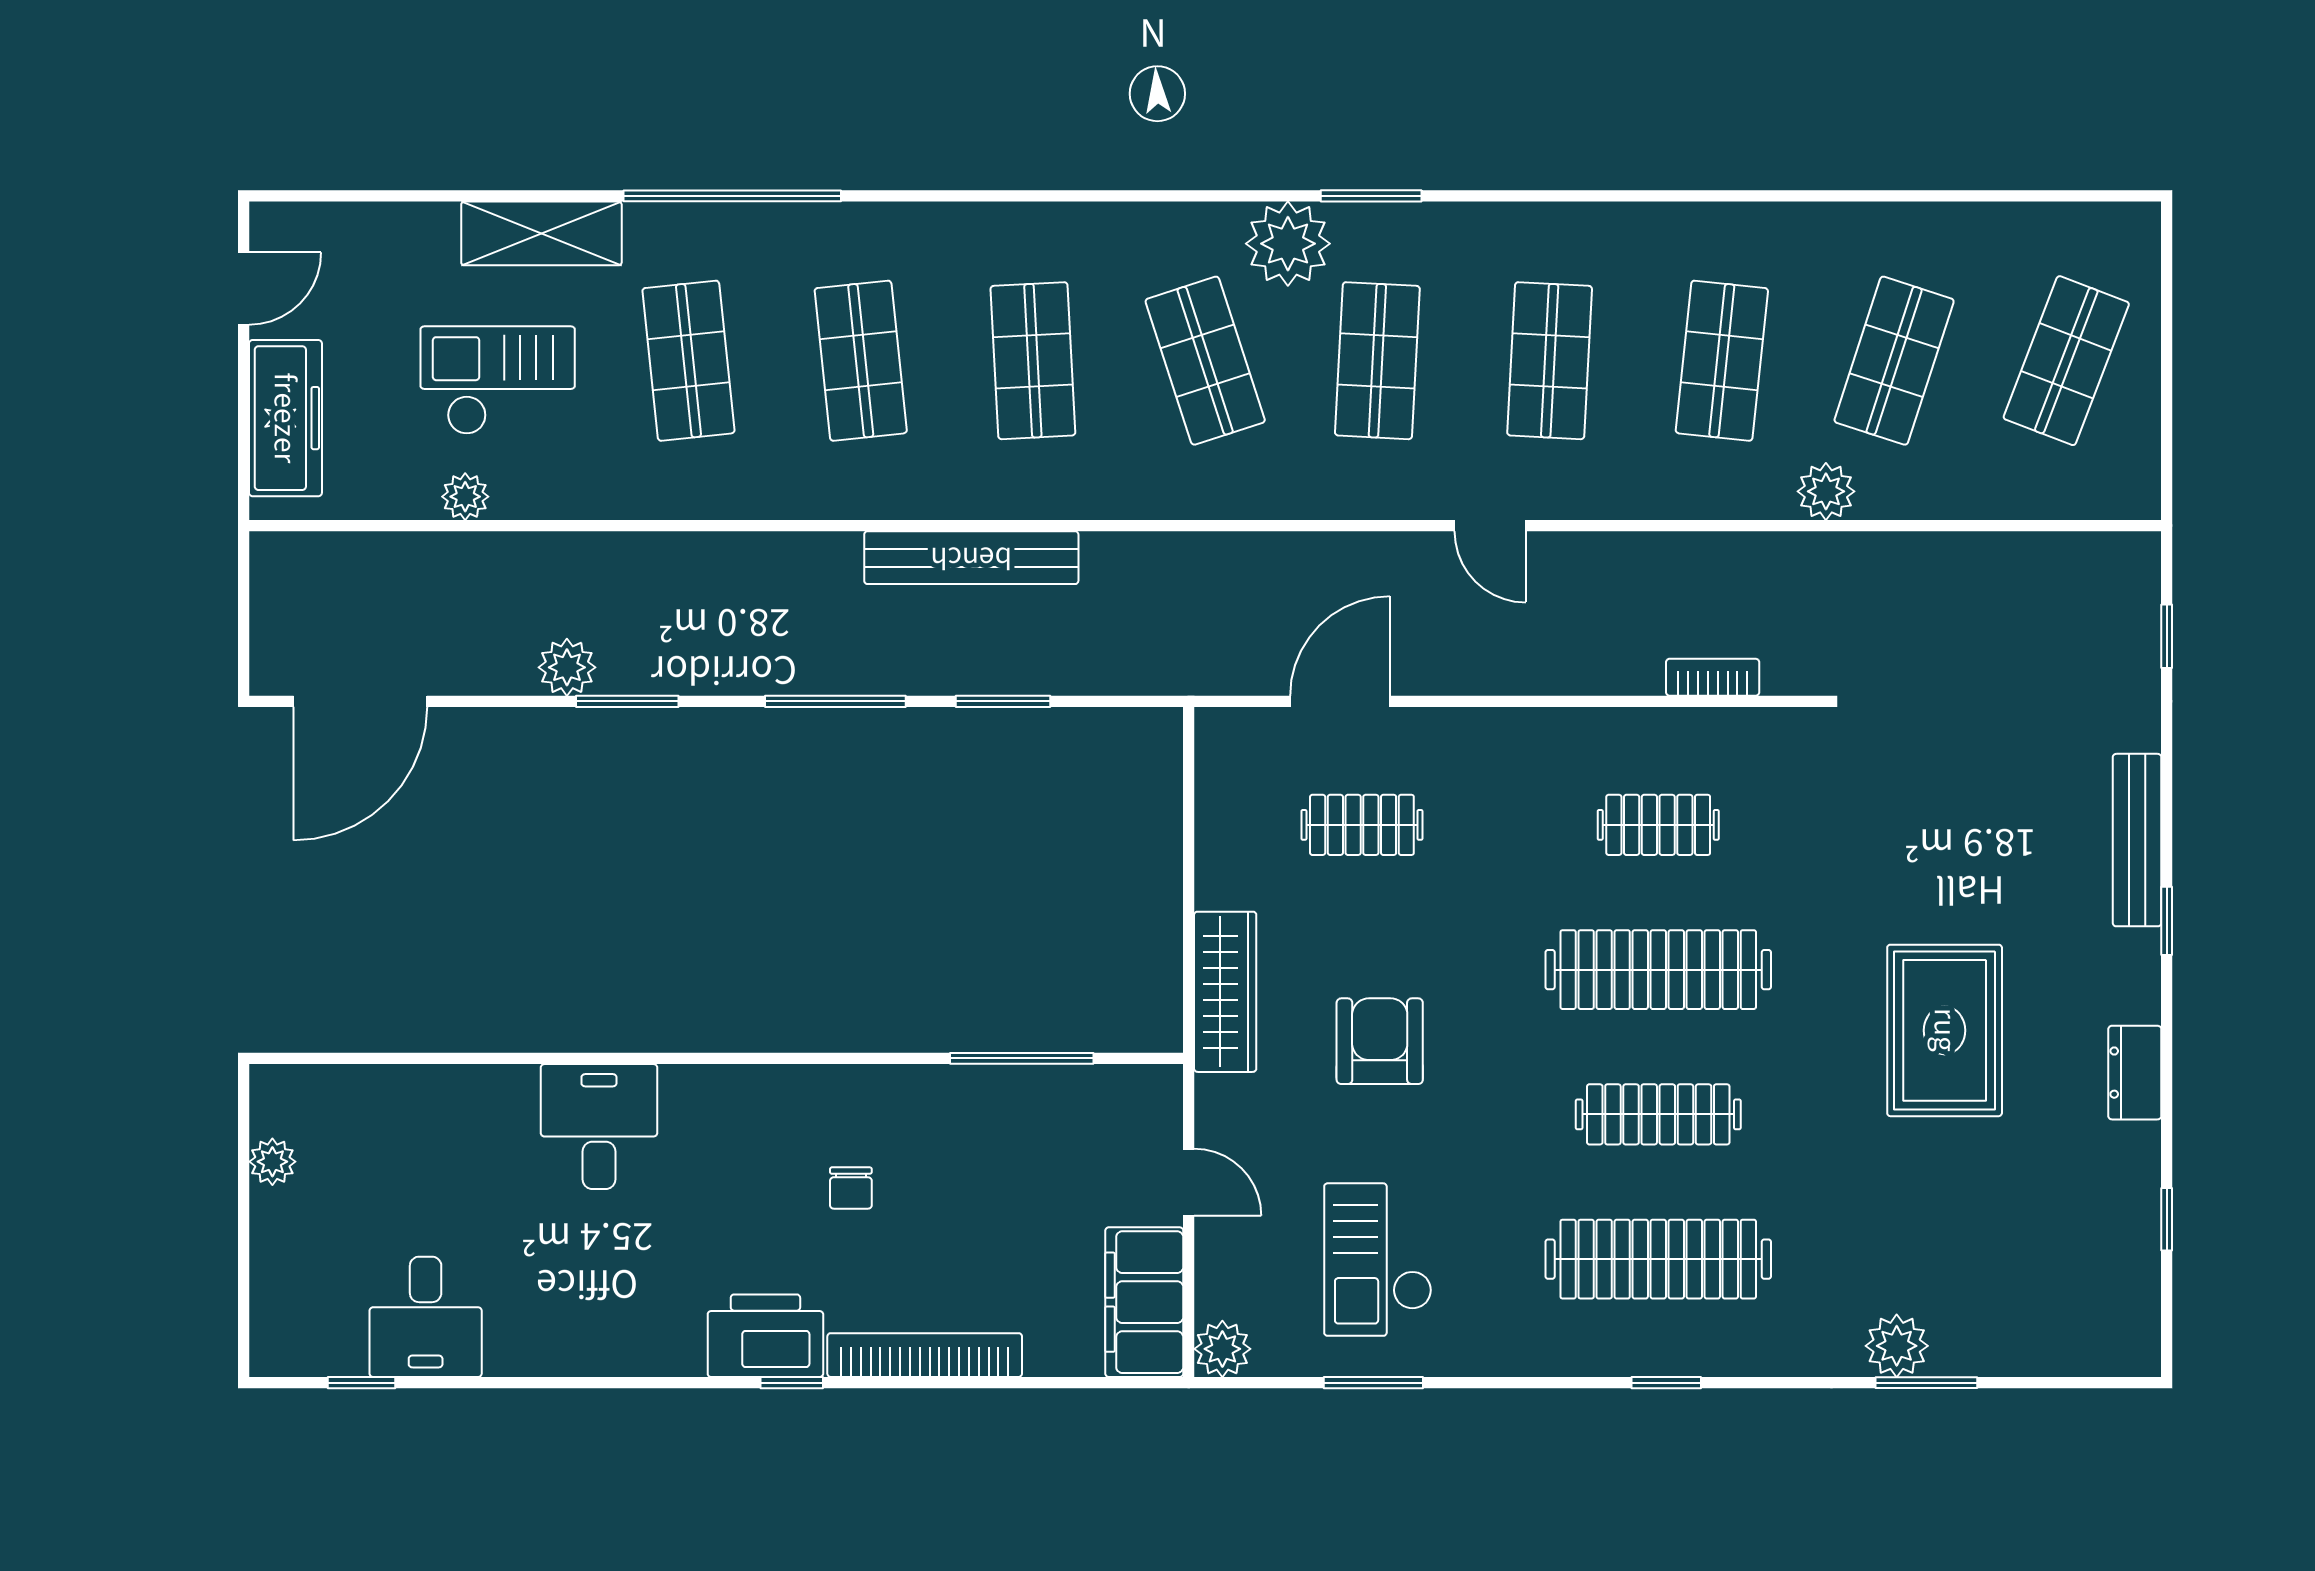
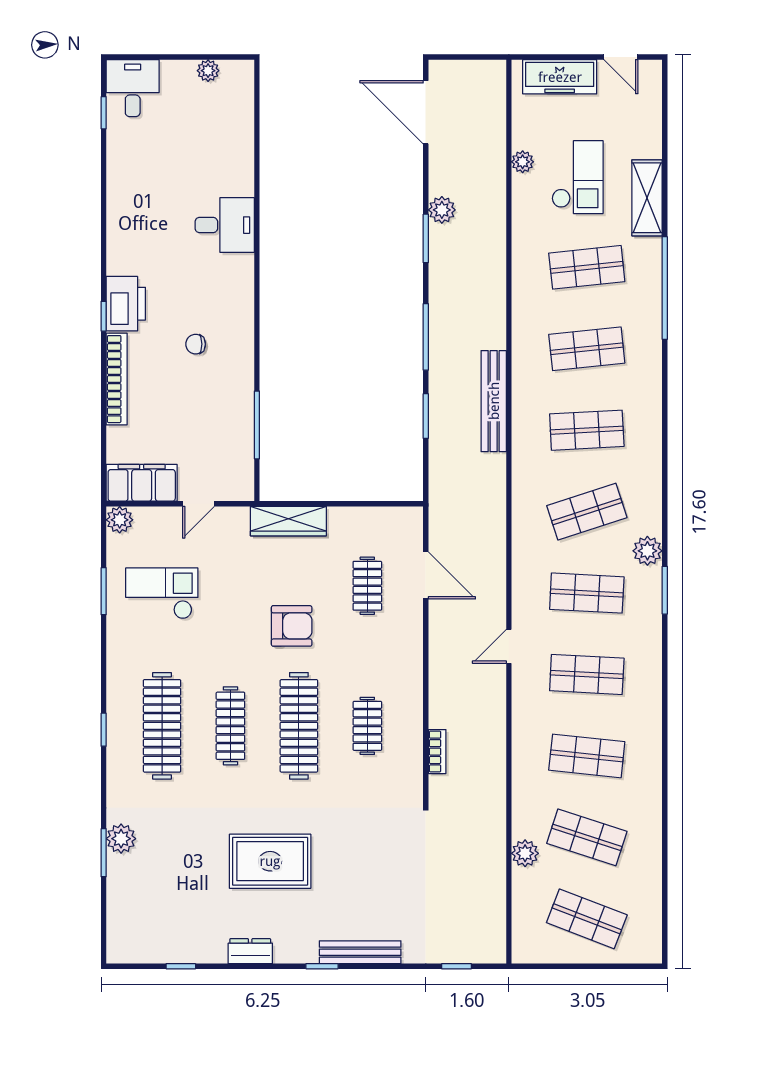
plant: (1288, 244) -> (647, 551), width x0.73, depth x0.73
plant: (1826, 491) -> (525, 853), moved
armchair: (1380, 1041) -> (292, 626), moved
desk: (426, 1317) -> (133, 88), moved, turned 90

